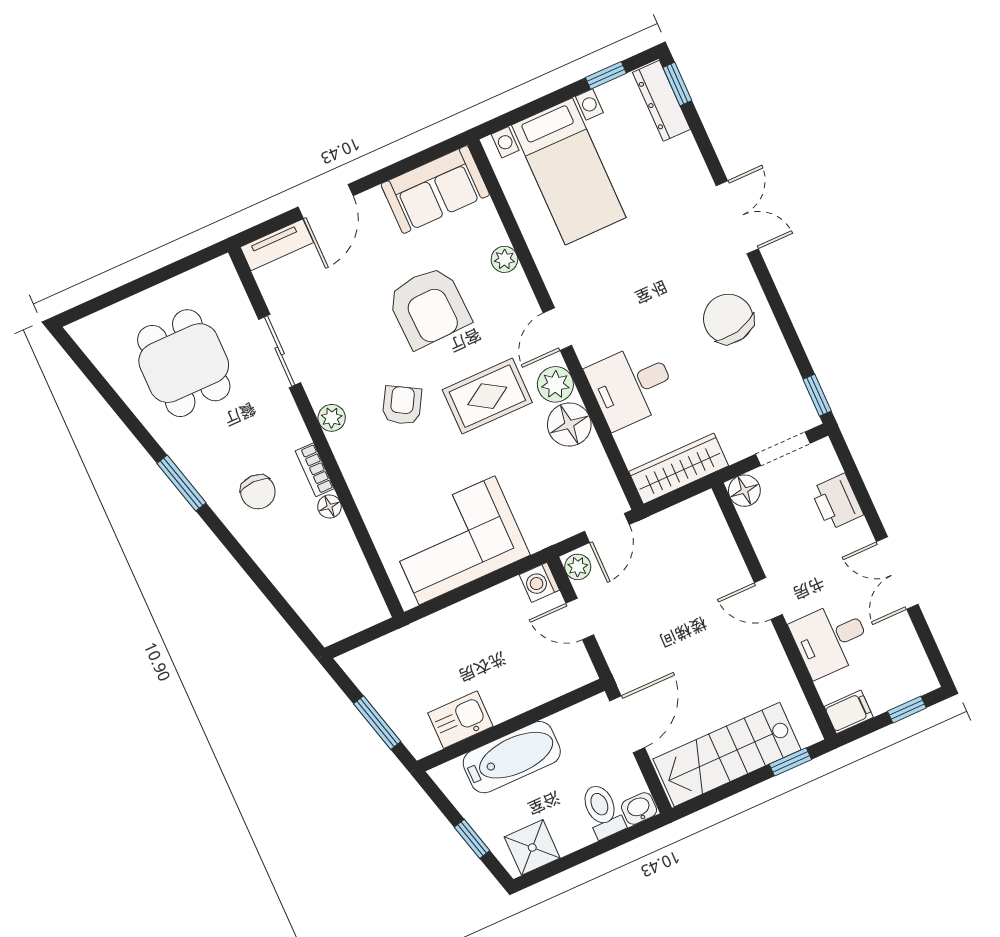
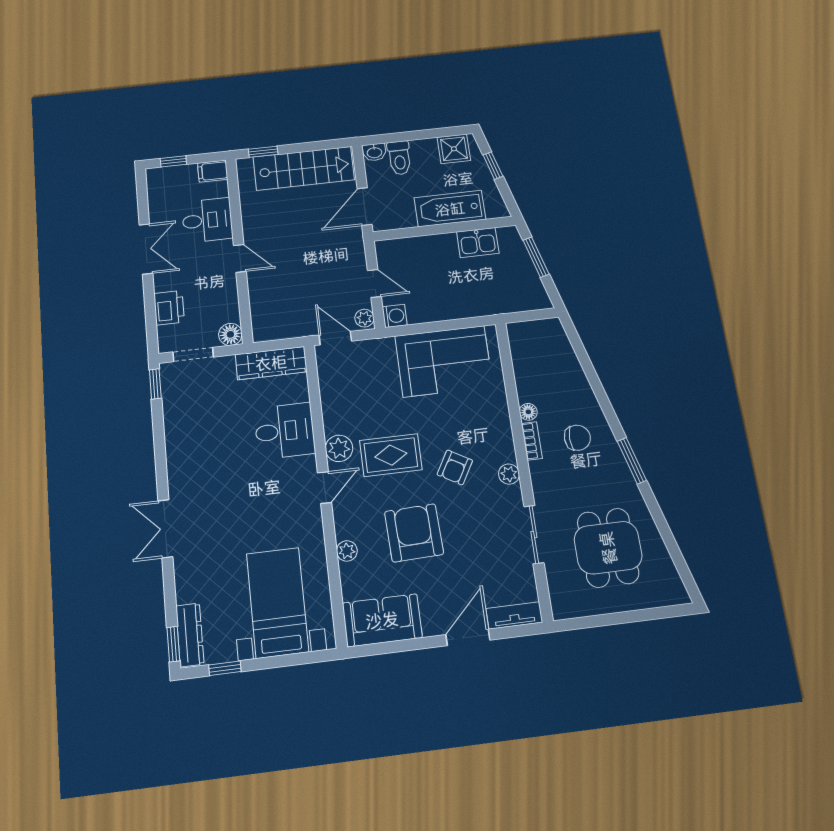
chair: (728, 319) -> (199, 457), removed
floor lamp: (569, 424) -> (338, 417), removed
chair: (258, 492) -> (577, 438), turned 90
door: (607, 528) -> (335, 338), hinge flipped

